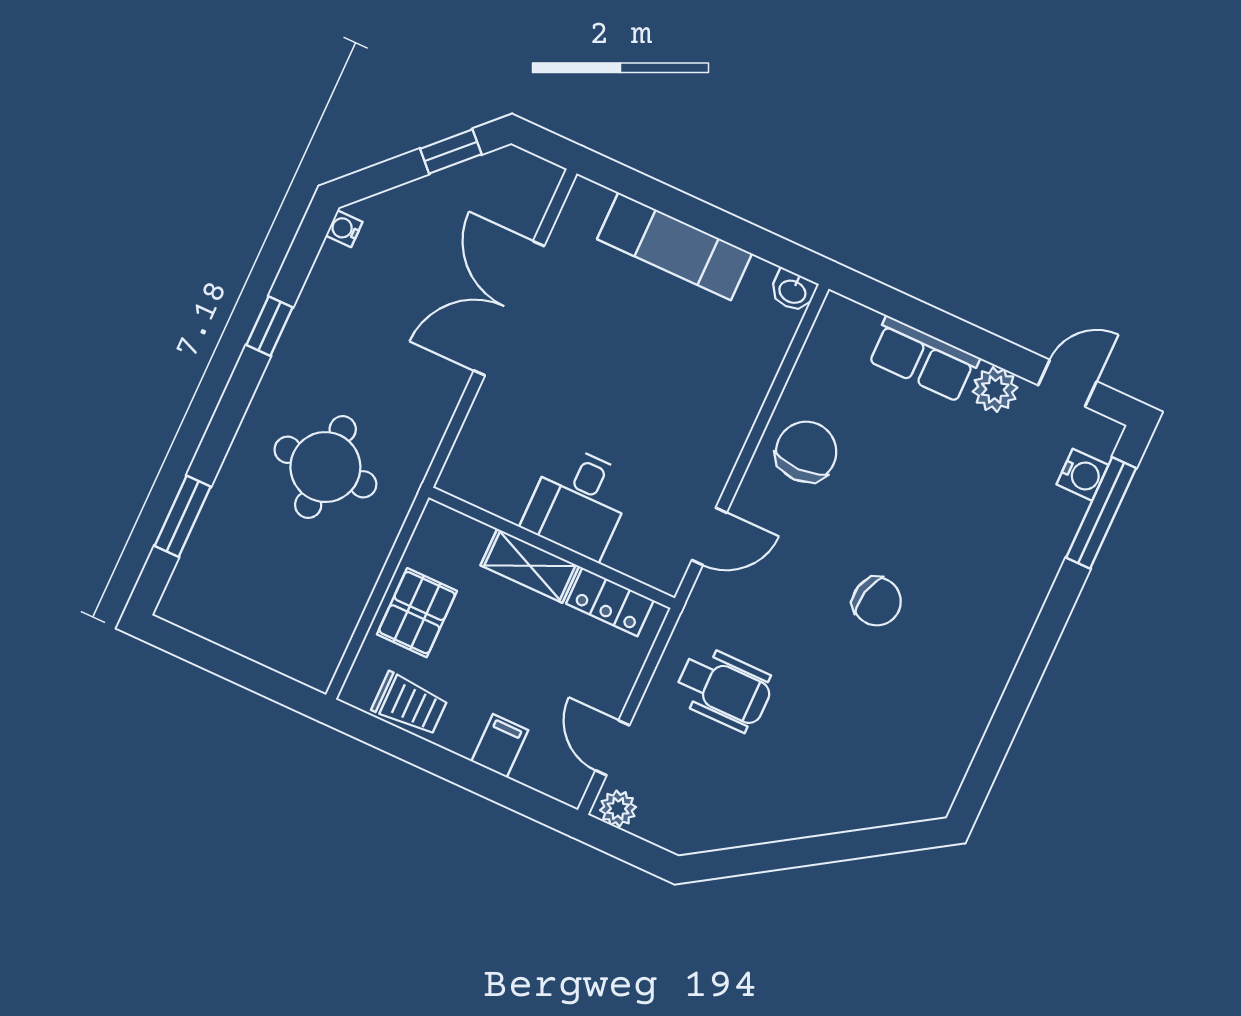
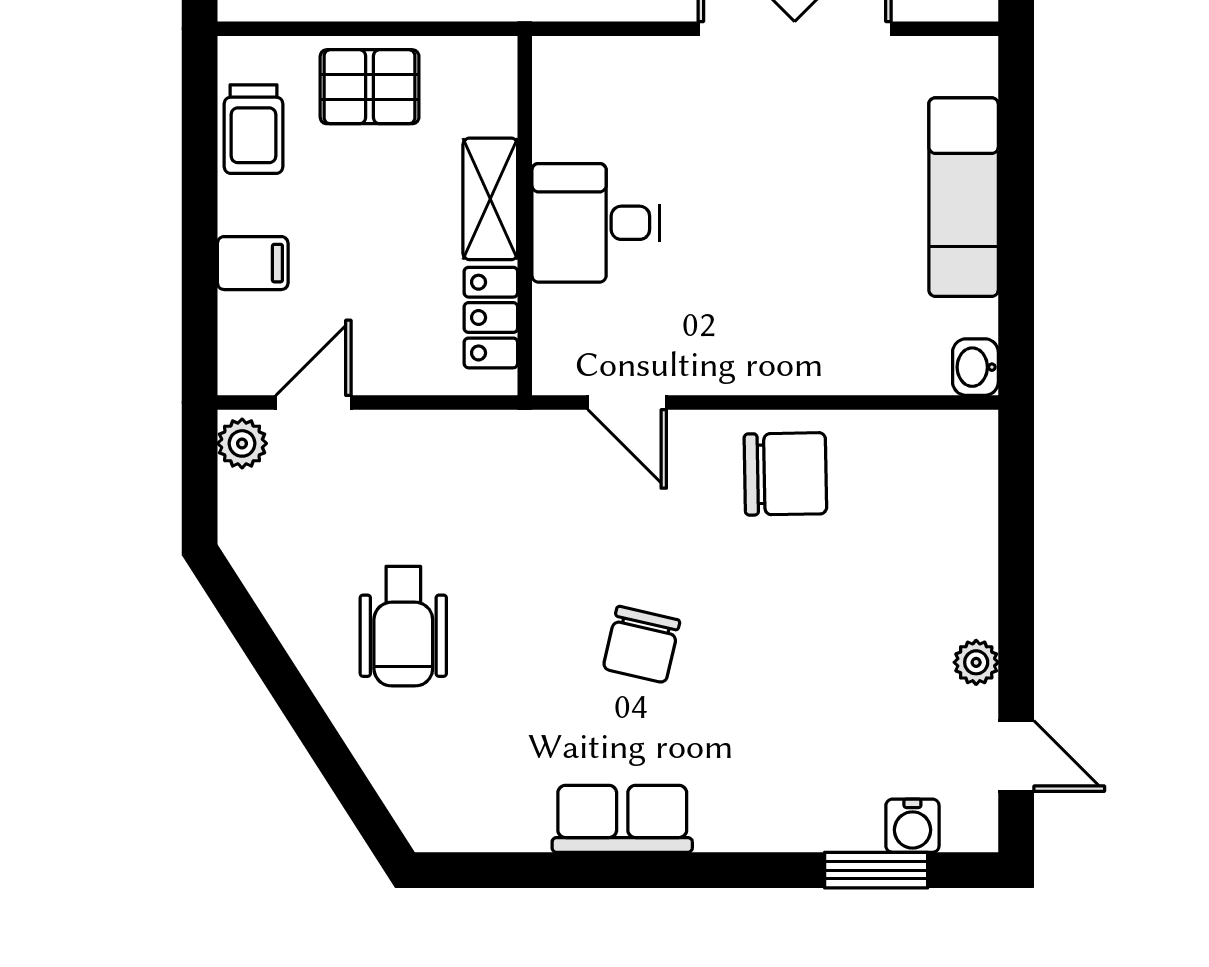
row of seats: (923, 359) -> (622, 819), moved, turned 90
plant: (995, 390) -> (976, 662), width x0.73, depth x0.73
window: (1101, 513) -> (876, 870), width x0.69
wheelchair: (724, 689) -> (403, 626), moved

